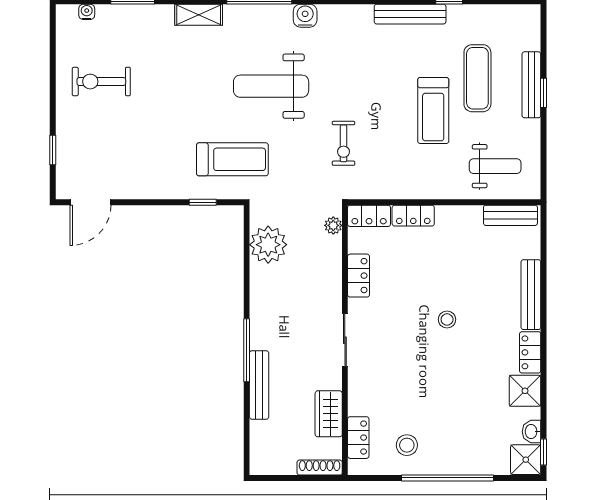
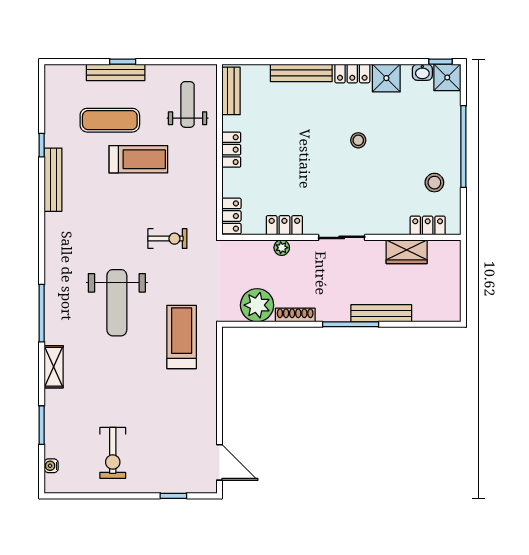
water cooler: (305, 16) -> (54, 273), removed
window: (203, 202) -> (219, 363), removed
locker: (413, 216) -> (231, 150), moved
plant: (333, 225) -> (282, 248), moved
stool: (447, 319) -> (358, 140), moved
shoe rack: (320, 468) -> (295, 315), moved, turned 90

